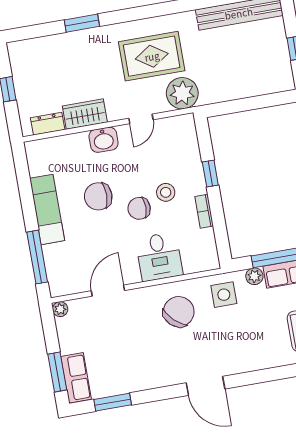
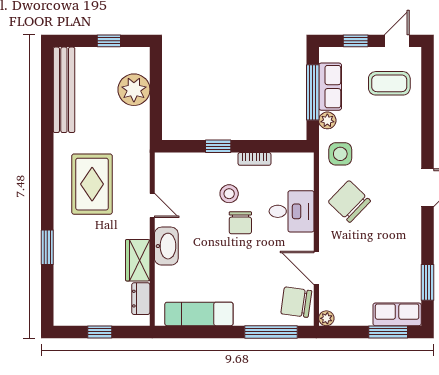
plant: (182, 93) -> (134, 90), moved
washbasin: (104, 140) -> (166, 246), width x1.38
chair: (98, 196) -> (296, 302), moved, turned 98
exam couch: (47, 209) -> (199, 314), moved

